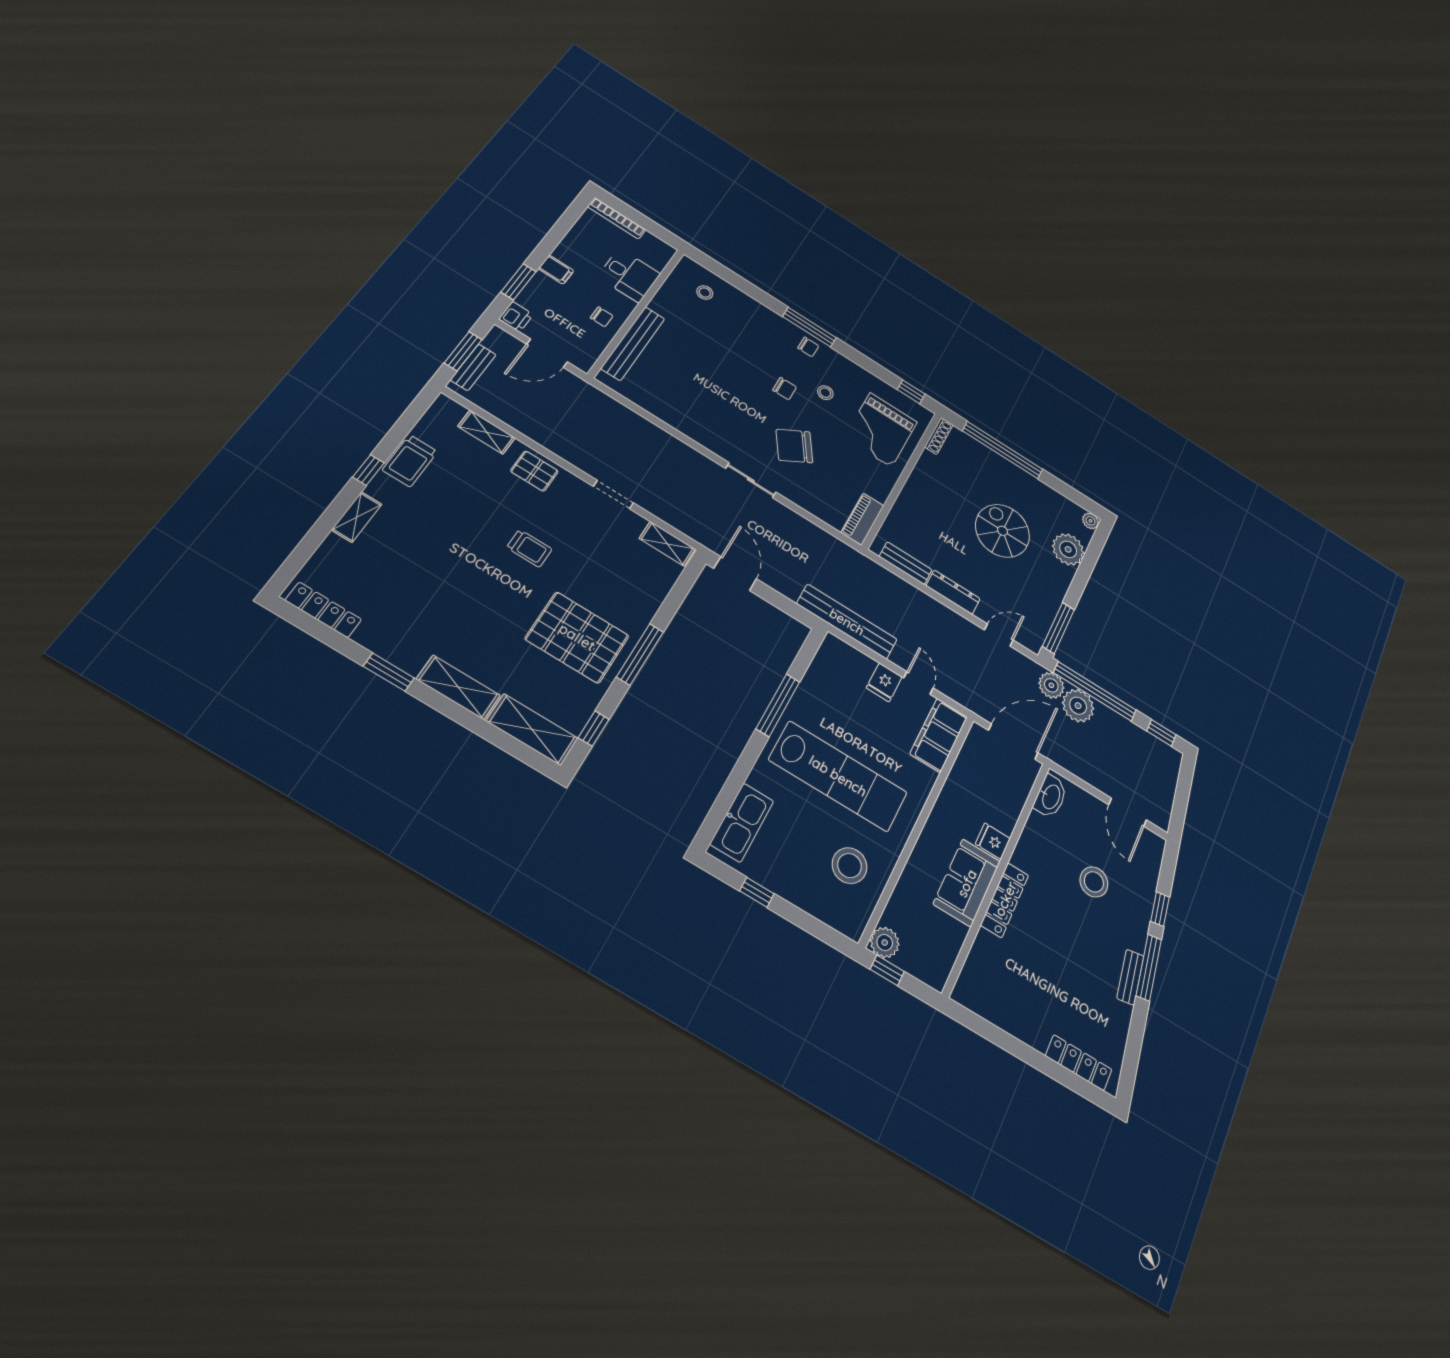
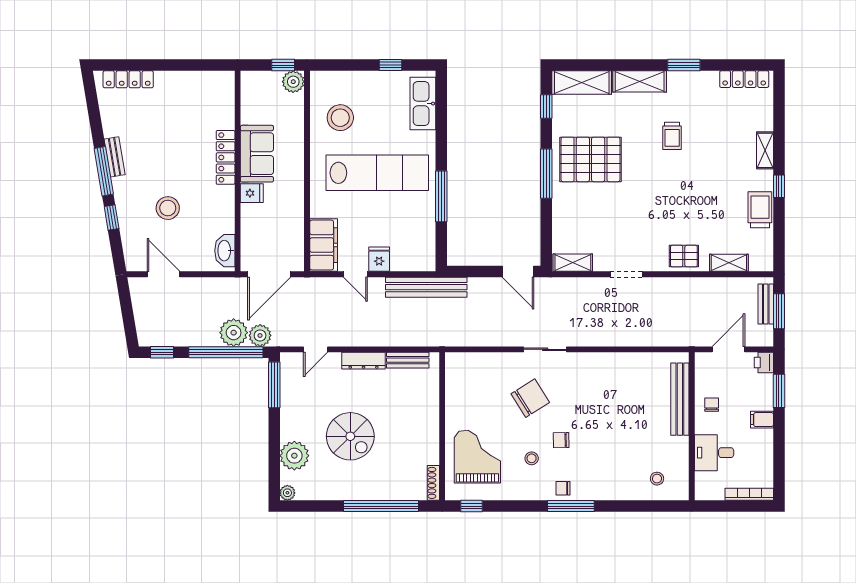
chair: (602, 317) -> (712, 405), turned 90
piano: (862, 519) -> (455, 374), removed
trolley: (529, 548) -> (672, 136), moved, turned -90
lab bench: (838, 776) -> (377, 173), turned 180

